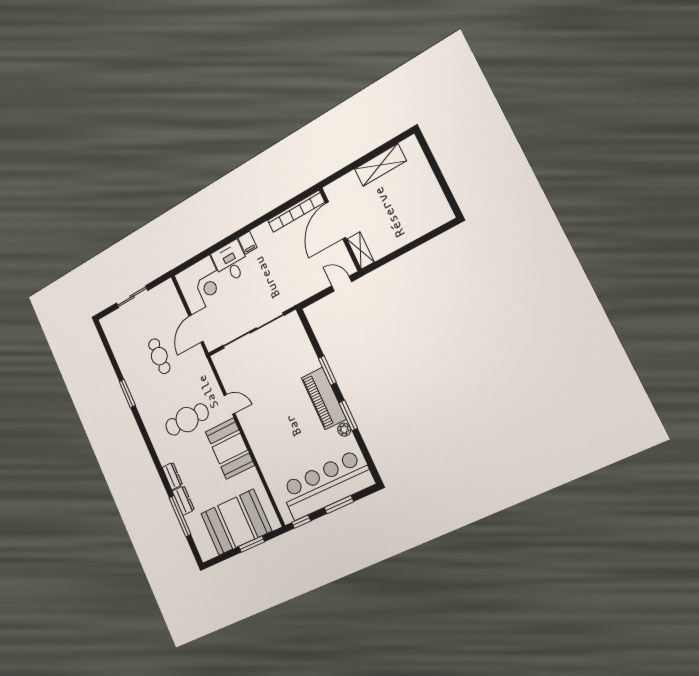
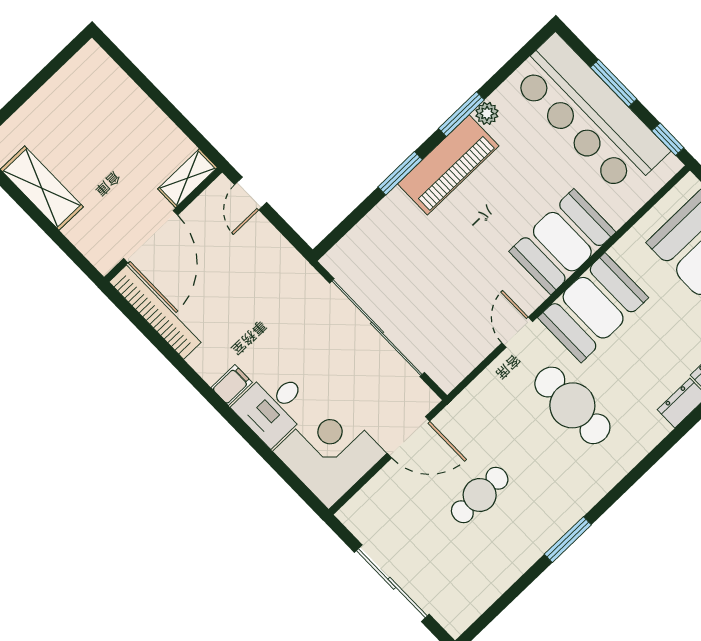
door: (336, 220) -> (151, 237), hinge flipped
sliding door: (132, 297) -> (392, 583), width x1.37
booth: (267, 445) -> (562, 242), added

